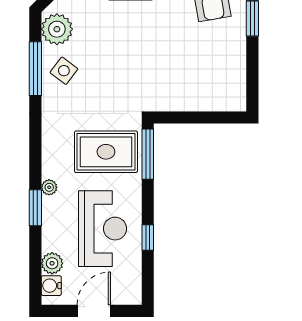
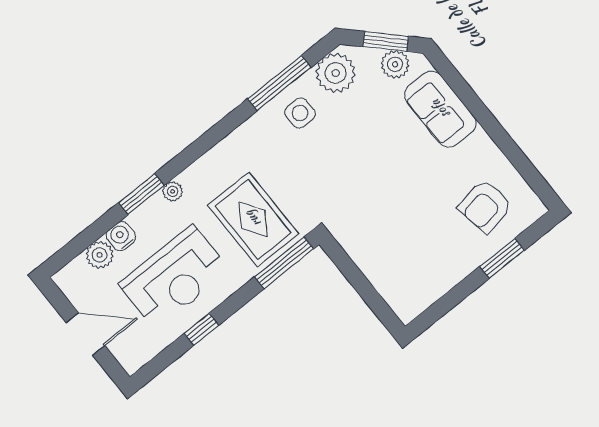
side table: (64, 71) -> (300, 113), turned -37
water cooler: (51, 286) -> (121, 236), moved

